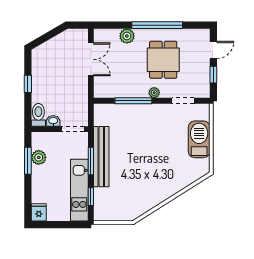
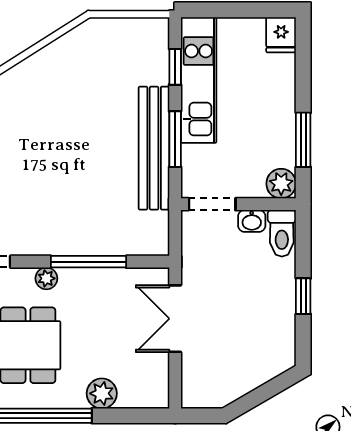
double door: (91, 59) -> (175, 319), moved
plant: (39, 157) -> (281, 184), moved

